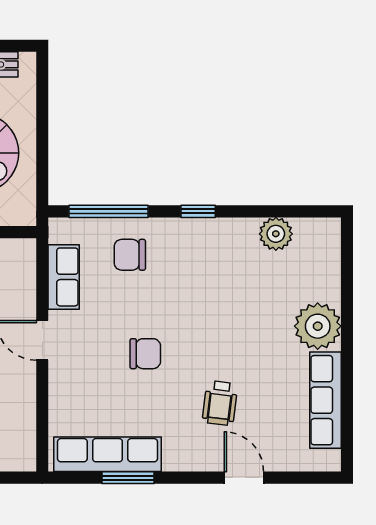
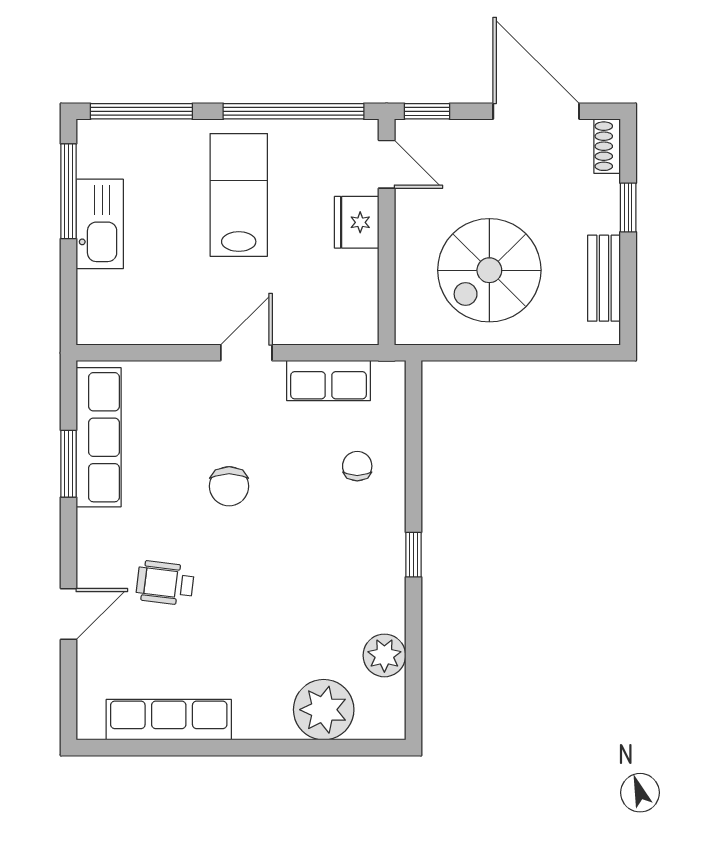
window: (108, 211) -> (413, 439), removed
chair: (130, 255) -> (357, 466), width x0.73, depth x0.73
plant: (318, 326) -> (324, 710), moved

